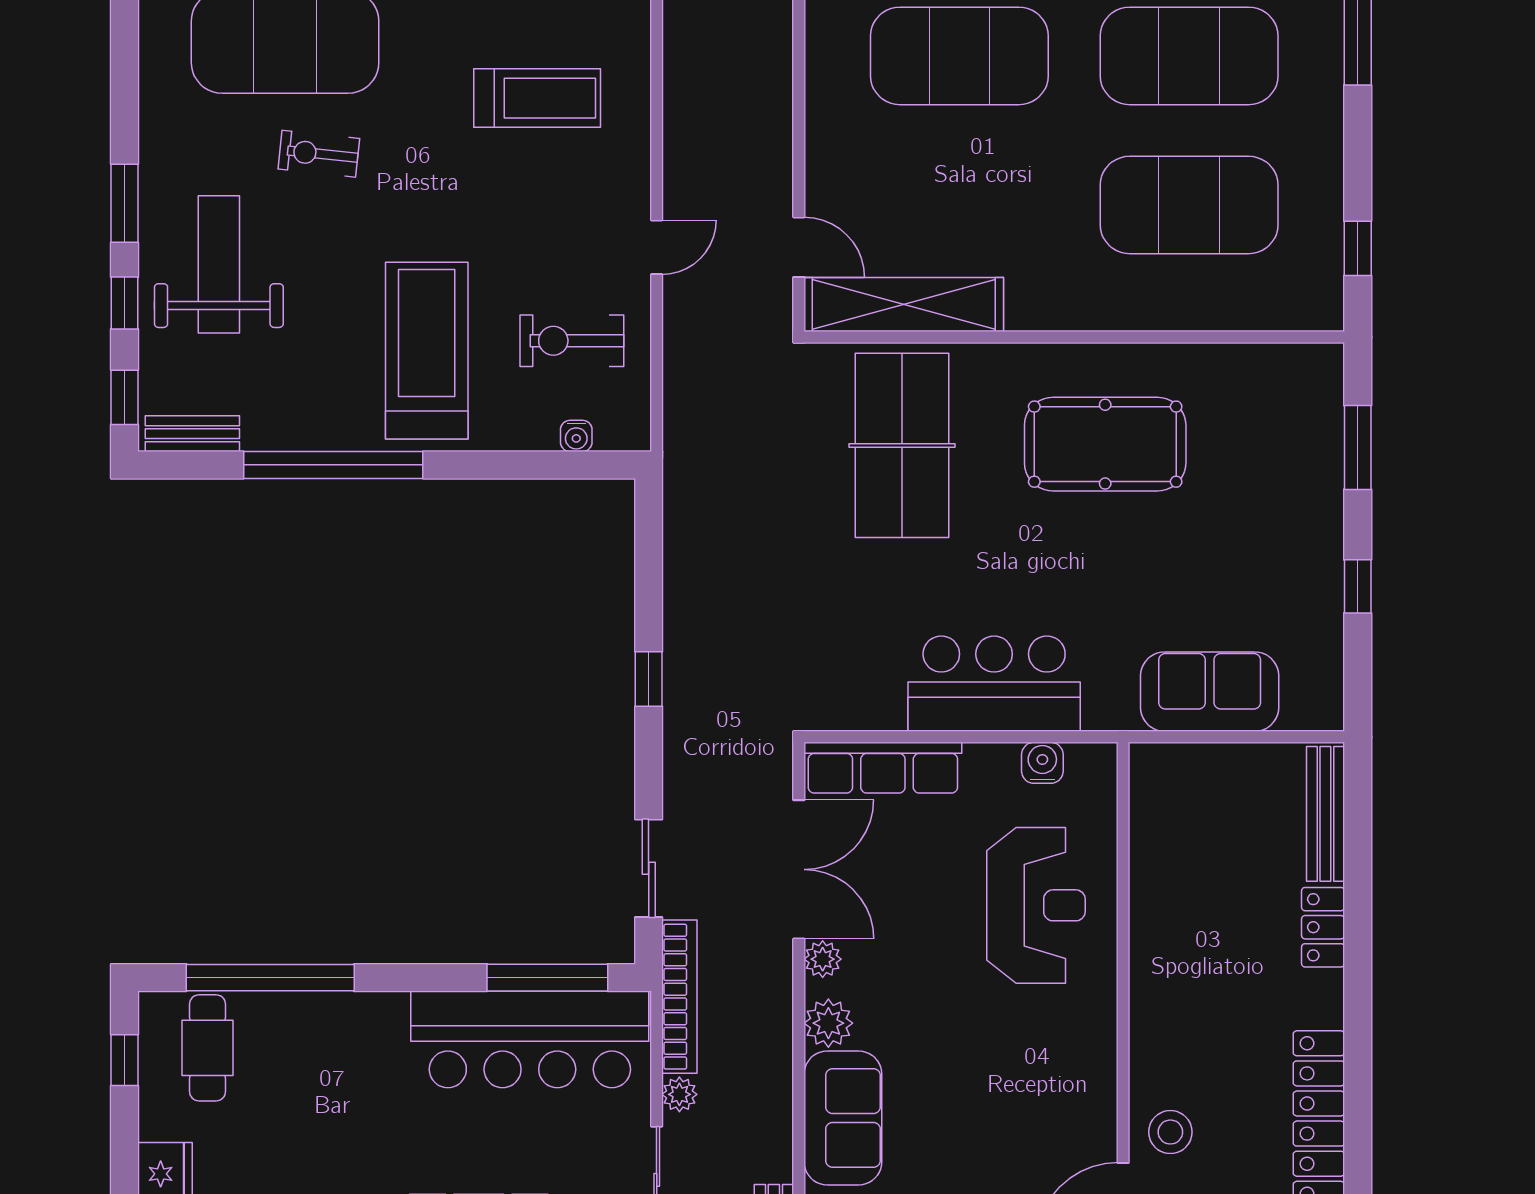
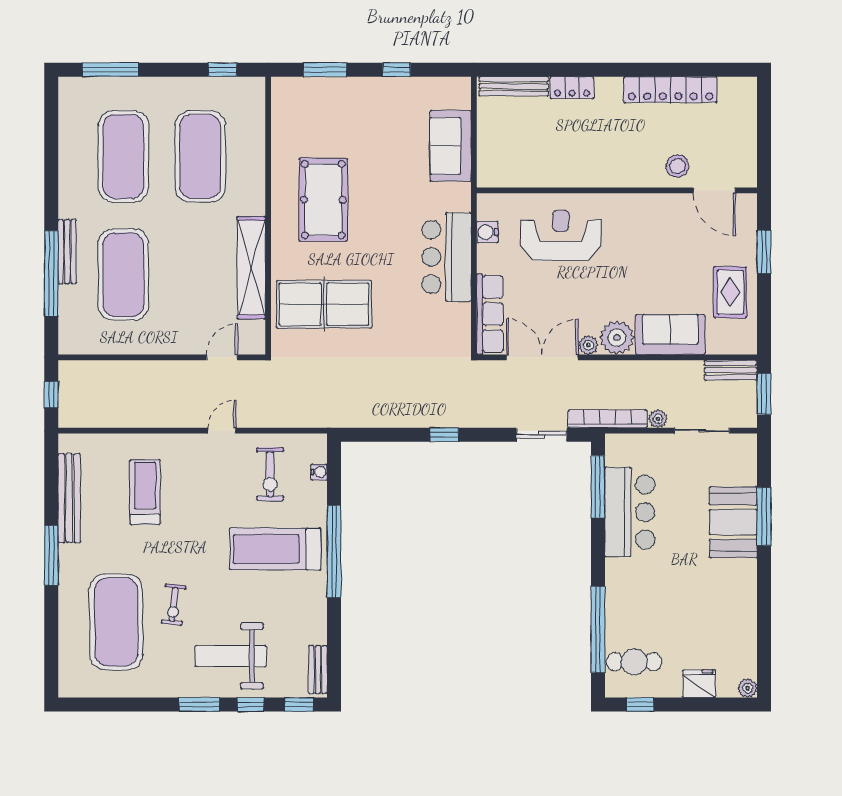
door: (657, 247) -> (222, 431), hinge flipped
shelving: (904, 304) -> (251, 268), moved
window: (333, 465) -> (334, 552), moved
plant: (828, 1023) -> (617, 338), width x1.36, depth x1.36
bar counter: (530, 1039) -> (630, 512), width x0.73

